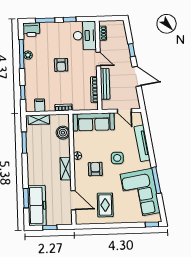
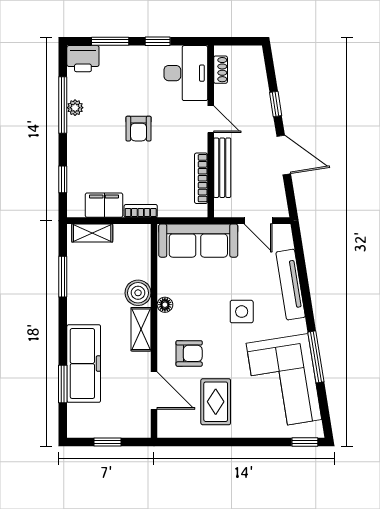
filing cabinet: (40, 105) -> (104, 205), width x2.00
boiler: (63, 133) -> (138, 293), moved
armchair: (95, 169) -> (189, 353), moved, turned 90
freezer: (37, 205) -> (84, 364), moved

